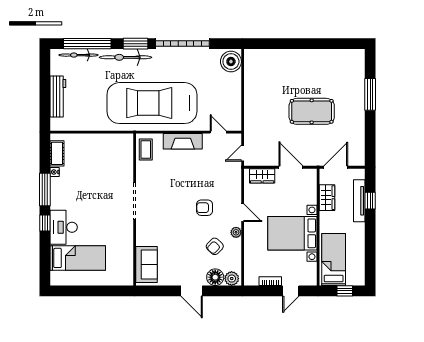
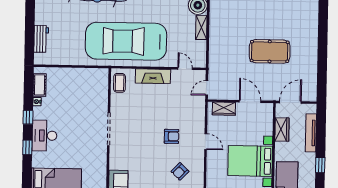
shelving: (235, 86) -> (201, 28), added
window: (370, 94) -> (323, 37), removed
workbench: (58, 97) -> (41, 39), width x0.73
window: (45, 190) -> (28, 117), width x0.46
window: (370, 201) -> (320, 165), moved
armchair: (205, 208) -> (171, 136), turned 180
desk: (64, 227) -> (44, 136), moved
plant: (236, 232) -> (199, 159), removed

